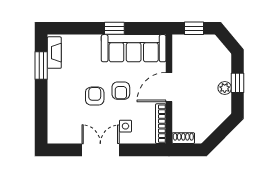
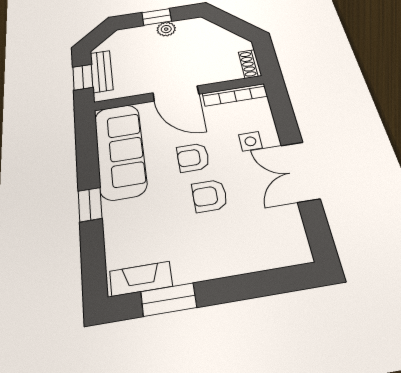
window: (114, 28) -> (90, 204), moved
bench: (196, 41) -> (101, 71), added
armchair: (121, 91) -> (193, 157), turned 180

